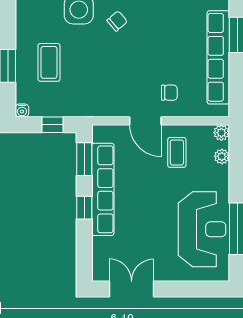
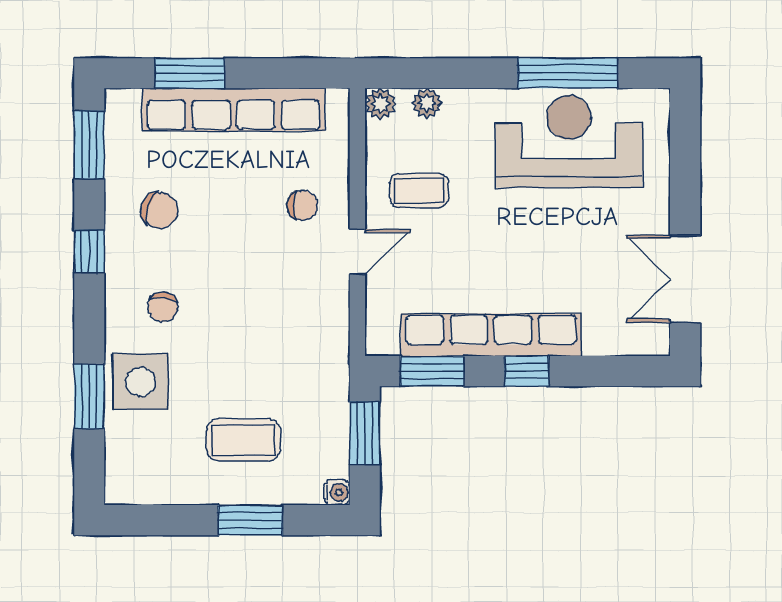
chair: (167, 19) -> (159, 210), added
chair: (117, 21) -> (163, 307), turned -133
chair: (169, 93) -> (302, 205), turned 90
door: (145, 121) -> (357, 252), width x0.73
window: (52, 125) -> (365, 433), width x1.50

